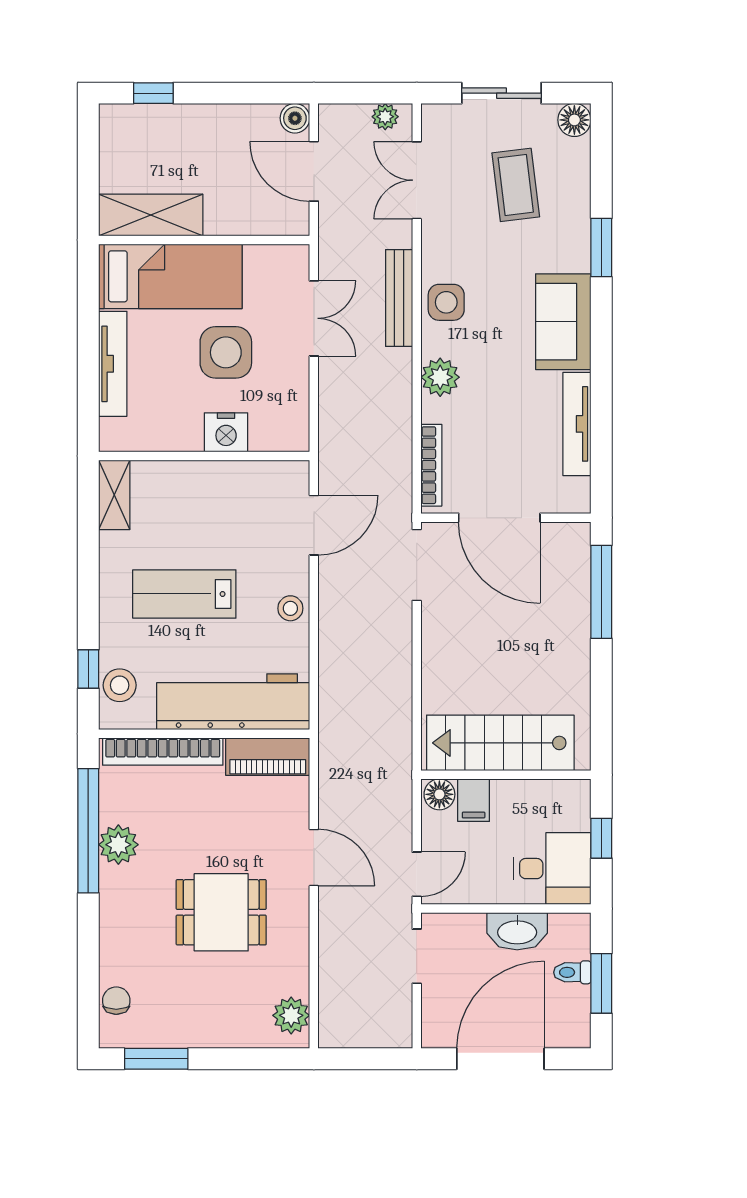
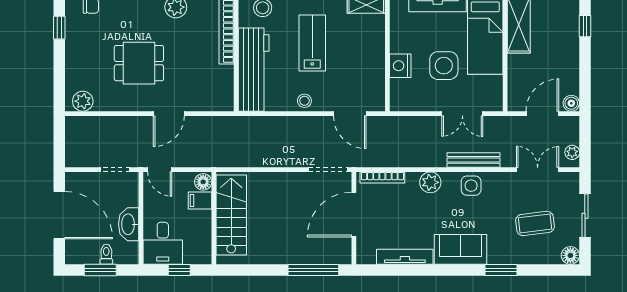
piano: (268, 757) -> (224, 88), removed
dining table: (221, 912) -> (139, 63), turned 90
window: (156, 1059) -> (59, 28), width x0.67

